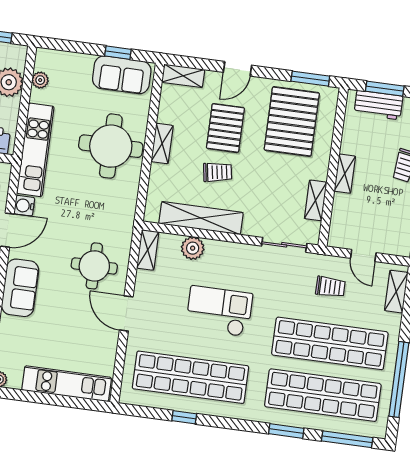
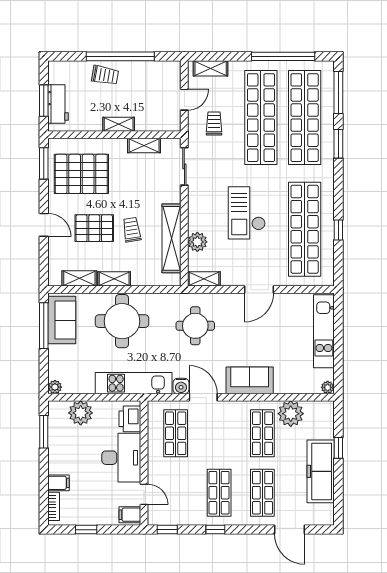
window: (118, 53) -> (44, 326), width x2.17
shelving: (183, 76) -> (79, 278), moved, turned 90
plant: (40, 80) -> (55, 387), moved
round table: (94, 266) -> (195, 326), moved

